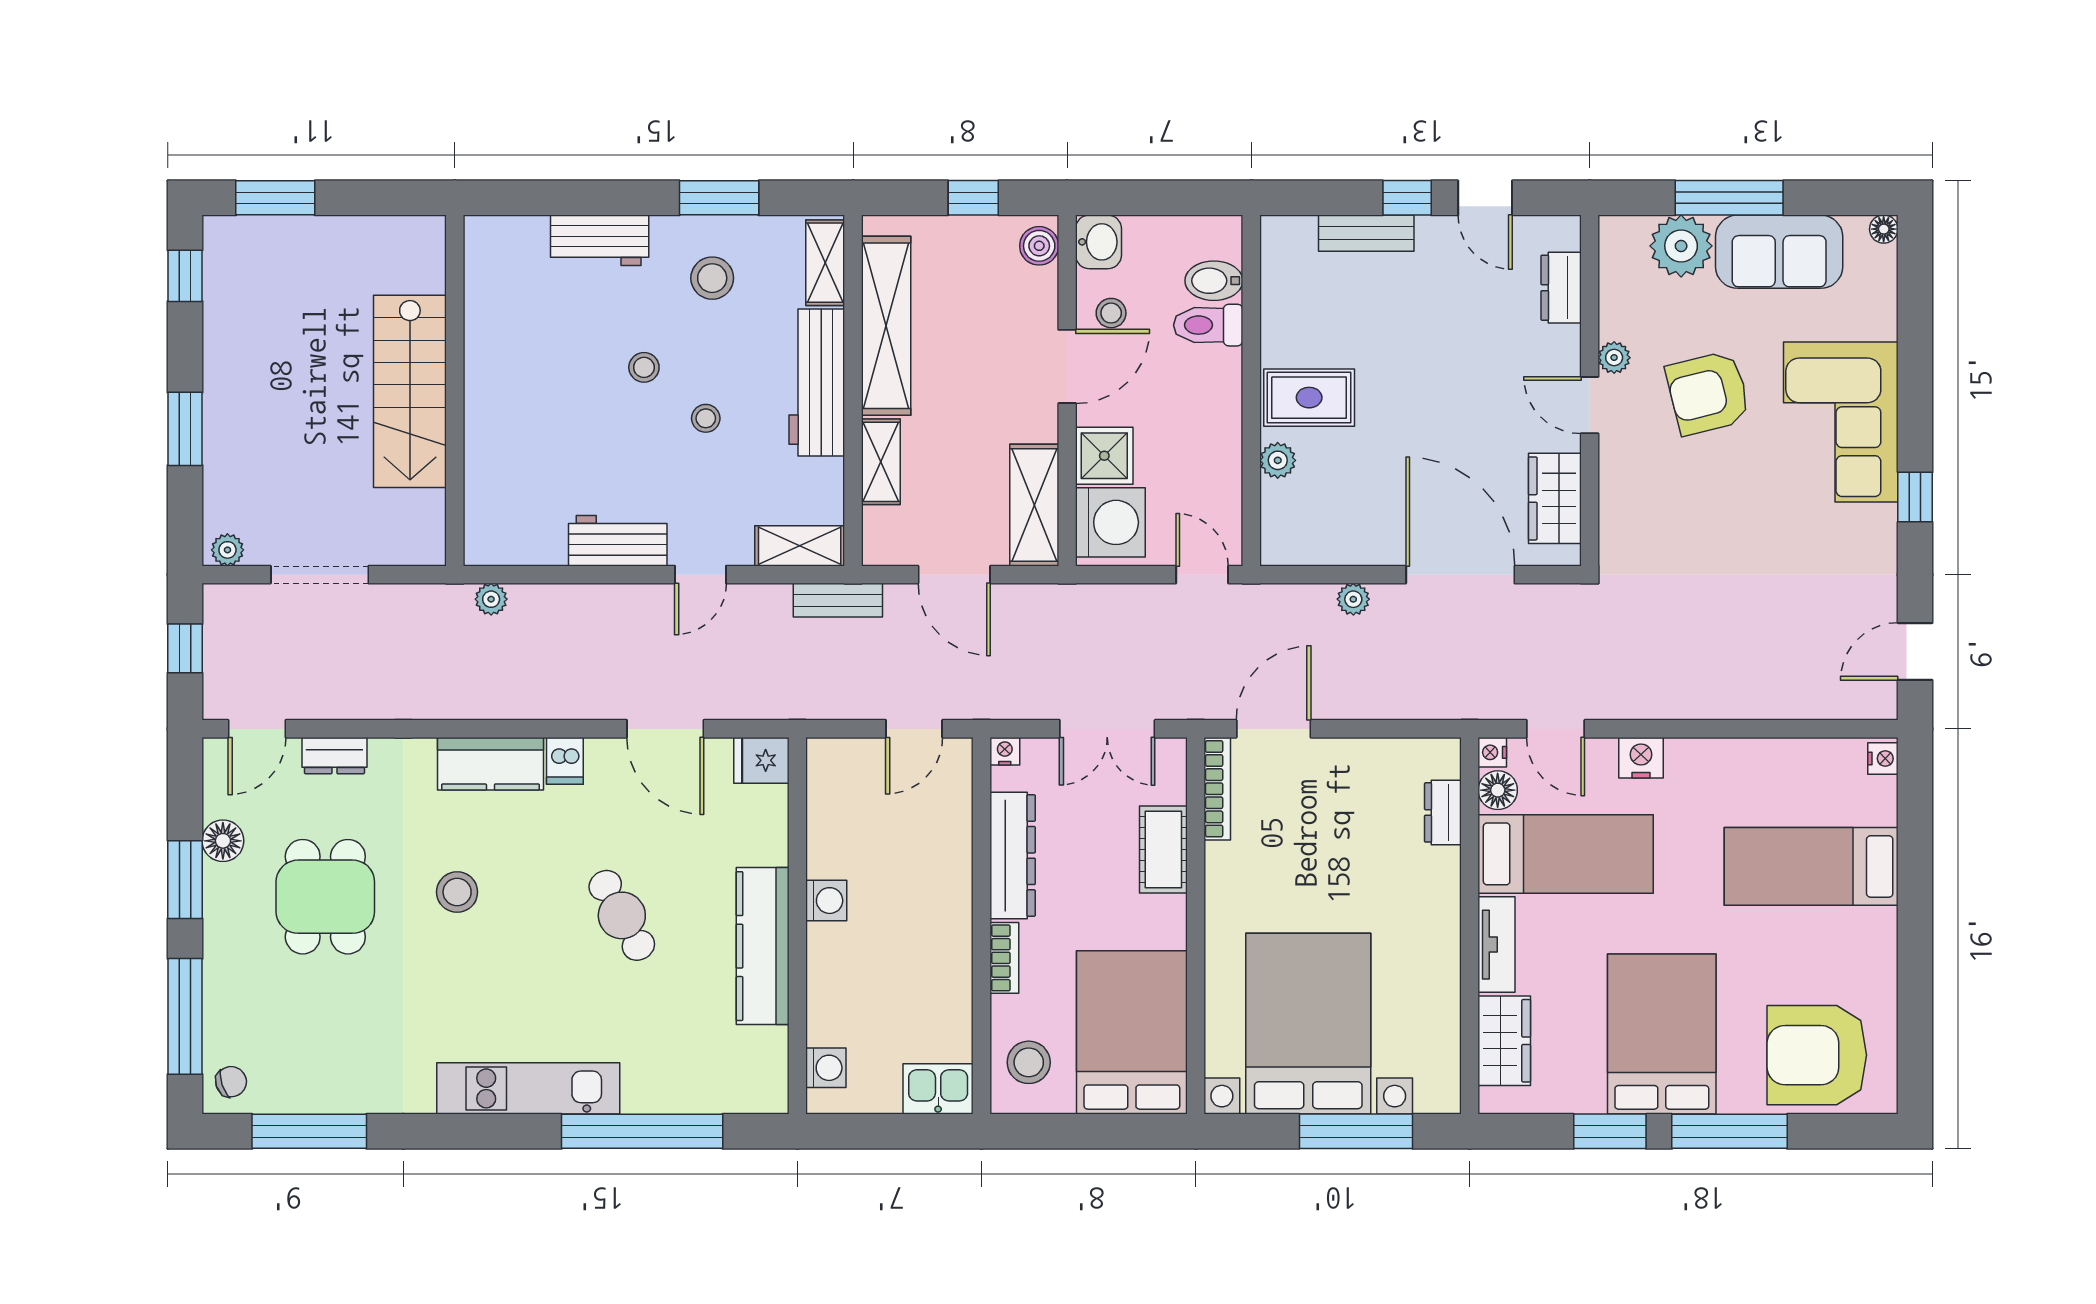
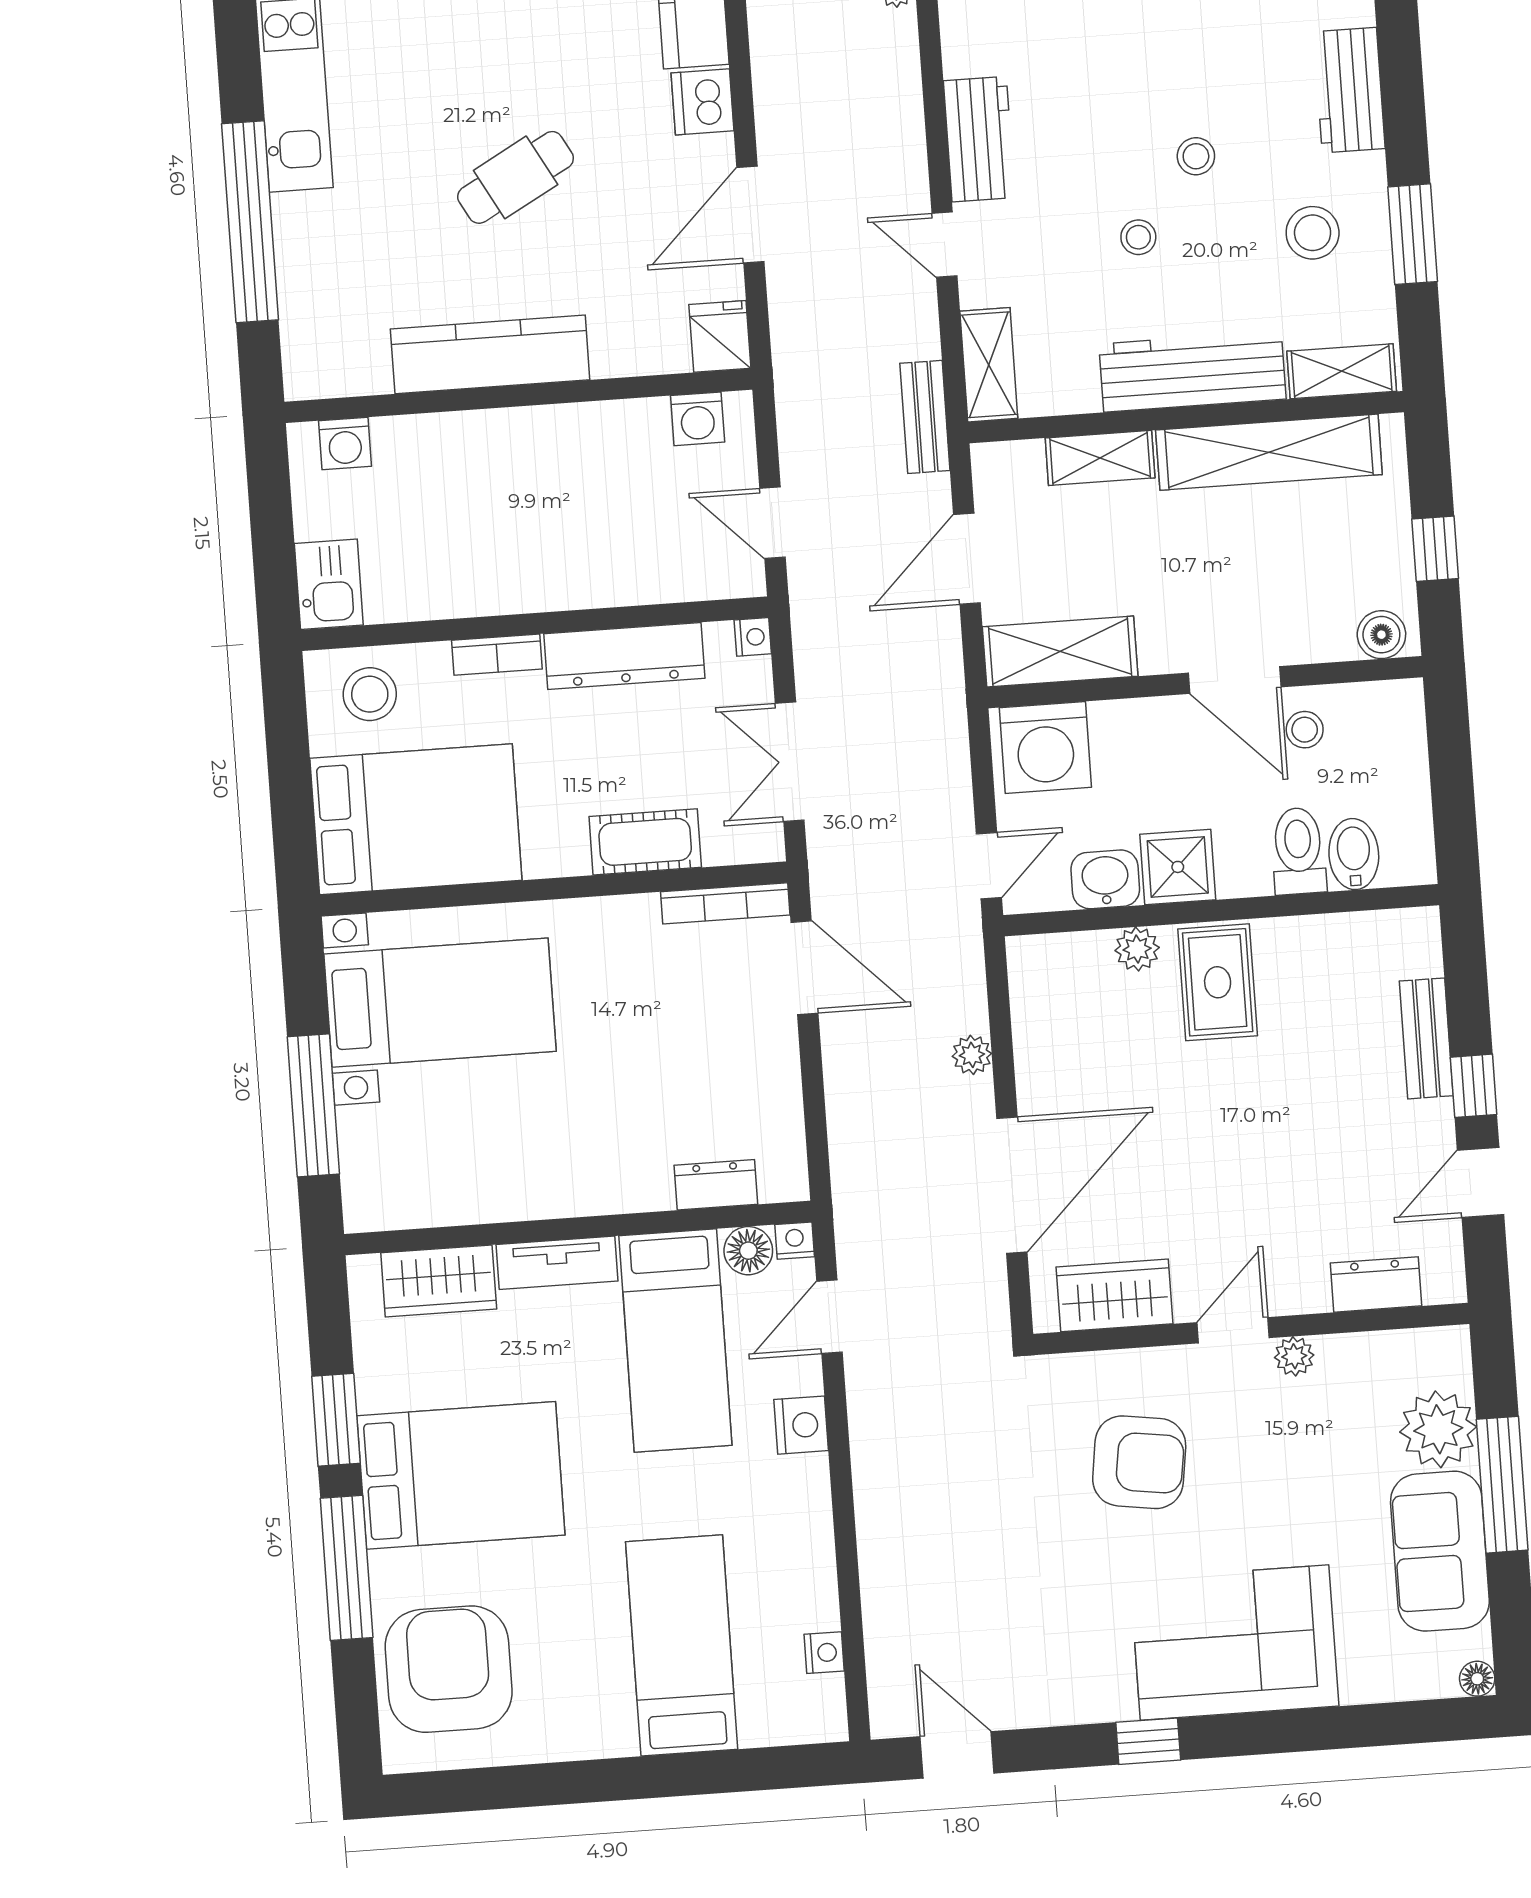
washbasin: (1099, 242) -> (1105, 879), moved, turned 180
armchair: (1708, 393) -> (1139, 1462), moved, turned 112
shower: (1104, 456) -> (1178, 867), moved
nightstand: (1883, 758) -> (824, 1653), moved, turned -90
dishwasher: (565, 761) -> (702, 102), width x1.38
washing machine: (826, 901) -> (698, 419), moved
bed with nightstands: (1308, 1024) -> (440, 1003), width x0.73

